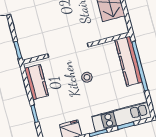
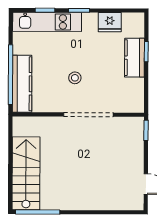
kitchen counter: (36, 82) -> (135, 58), moved

